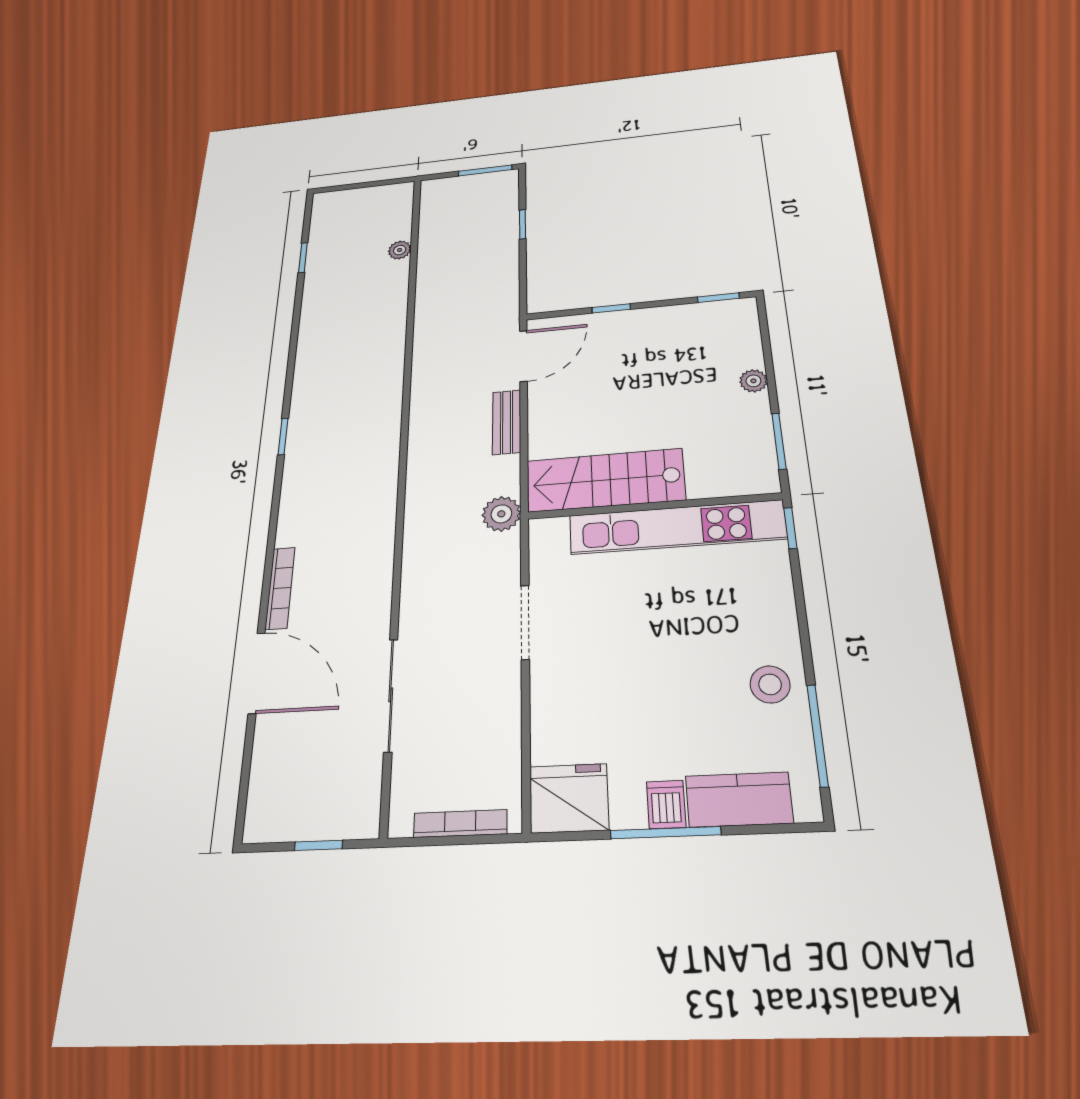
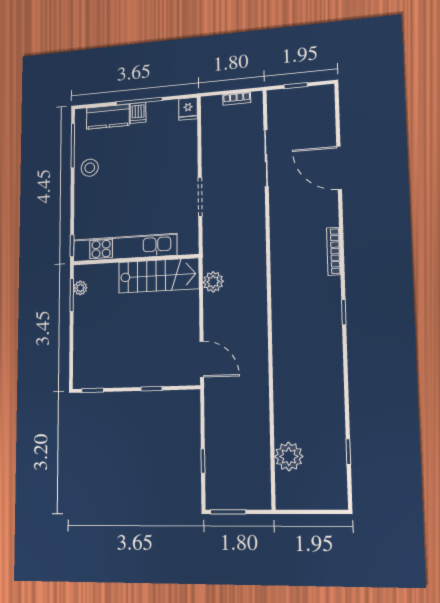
plant: (400, 250) -> (289, 457), width x1.88, depth x1.88
door: (523, 356) -> (202, 359), swing flipped
plant: (753, 381) -> (80, 288), moved
bench: (507, 422) -> (211, 315), removed
plant: (501, 514) -> (213, 282), moved
bookcase: (280, 588) -> (334, 251), moved
fridge: (569, 798) -> (188, 109), width x0.53, depth x0.75
bookcase: (460, 824) -> (237, 99), width x0.64

